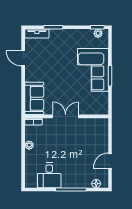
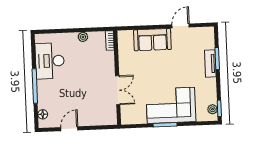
tv unit: (37, 34) -> (210, 64), moved
sofa: (34, 98) -> (152, 40), moved
double door: (66, 116) -> (118, 90), moved
door: (110, 161) -> (69, 129), hinge flipped
desk: (49, 175) -> (50, 61), width x1.37

